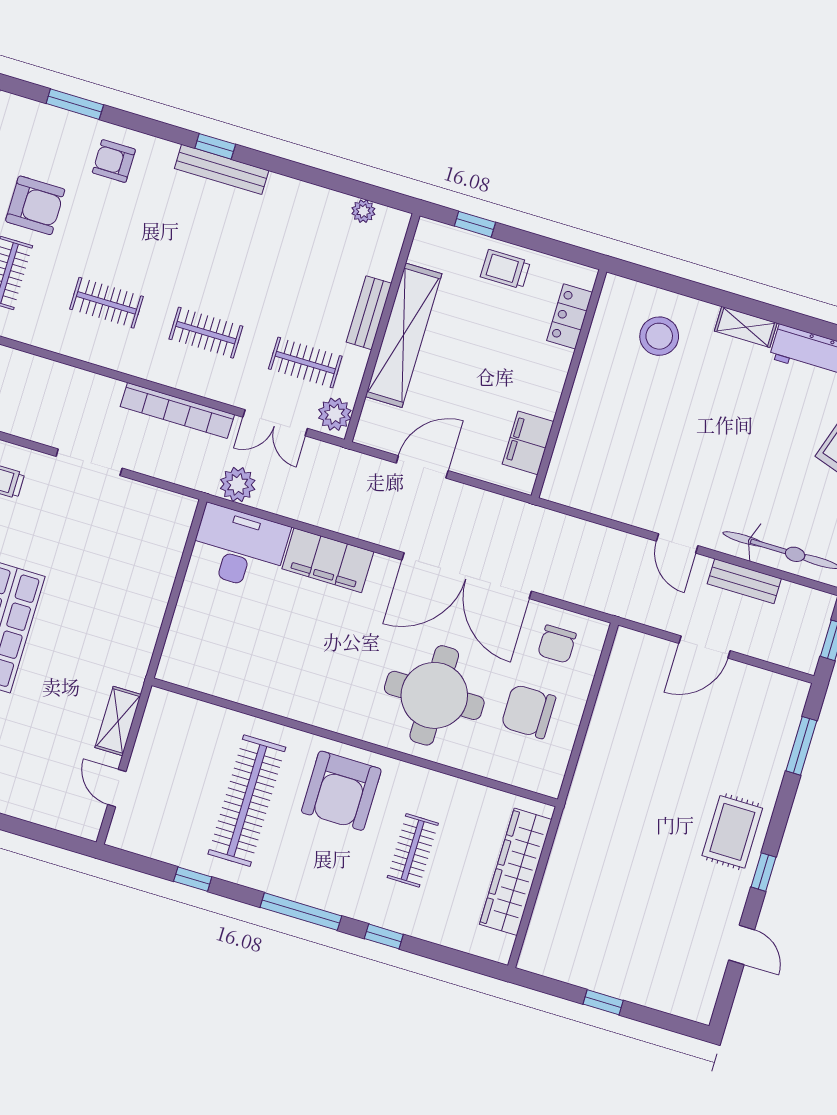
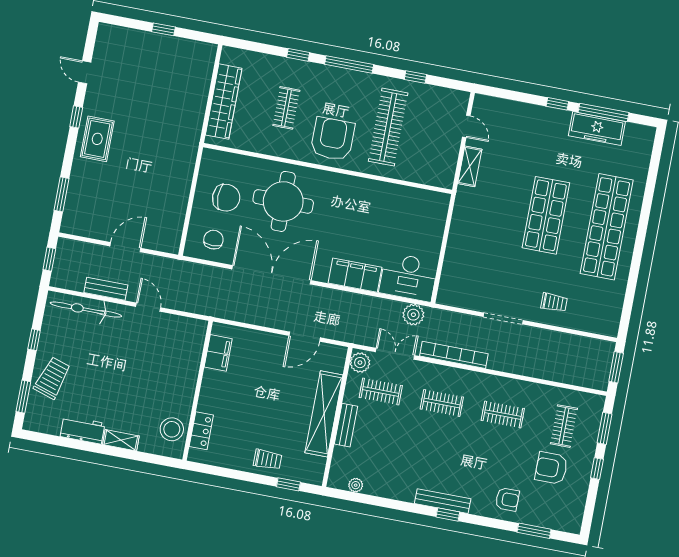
locker: (570, 316) -> (201, 431), moved
wall: (569, 384) -> (198, 391), moved
filing cabinet: (528, 443) -> (218, 353), moved

